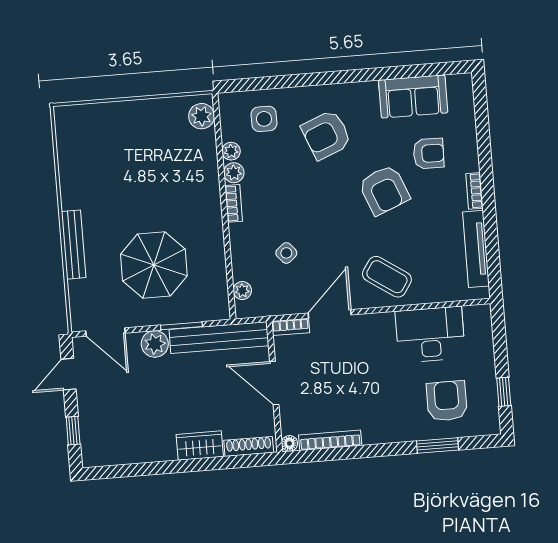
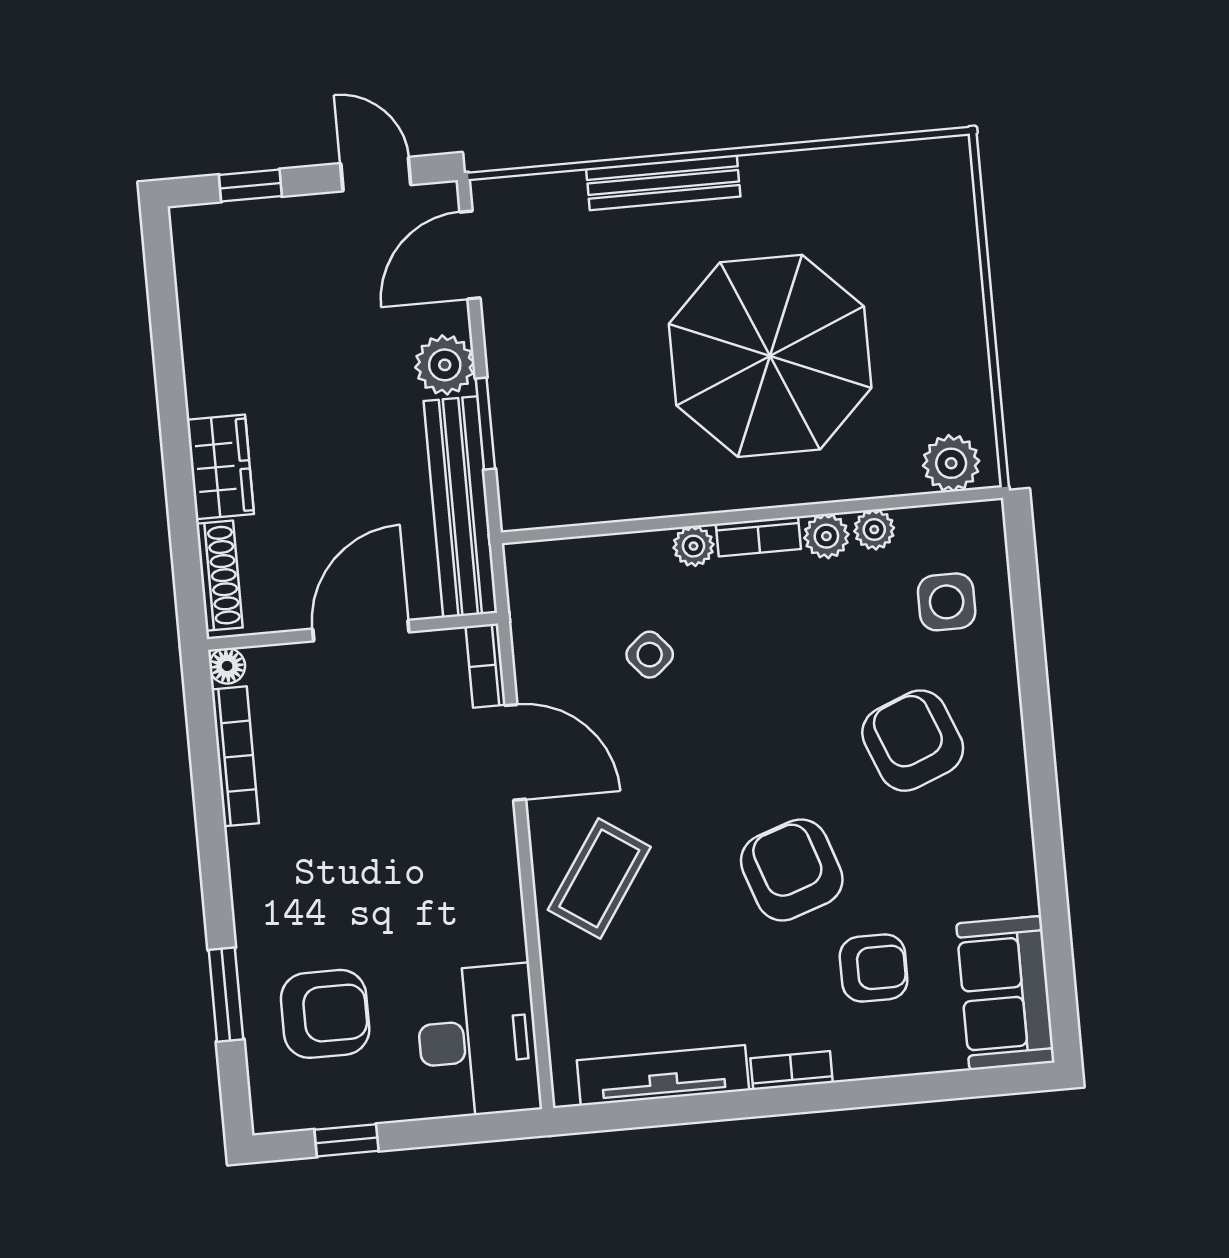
sofa: (413, 96) -> (1005, 993), moved
armchair: (429, 154) -> (874, 968), turned -91
armchair: (384, 190) -> (792, 870), turned 93
parasol: (154, 265) -> (770, 356), moved, width x1.36, depth x1.36
plant: (242, 291) -> (693, 546), moved
desk: (430, 335) -> (478, 1041), moved

